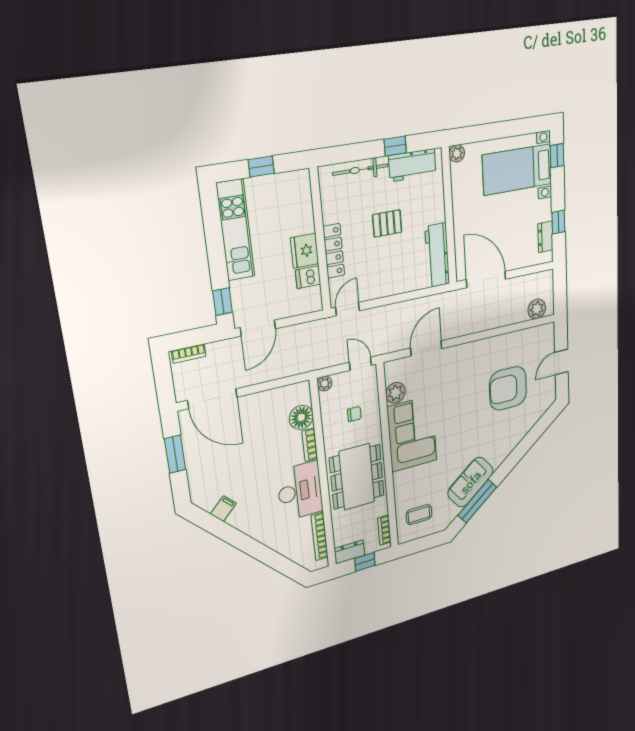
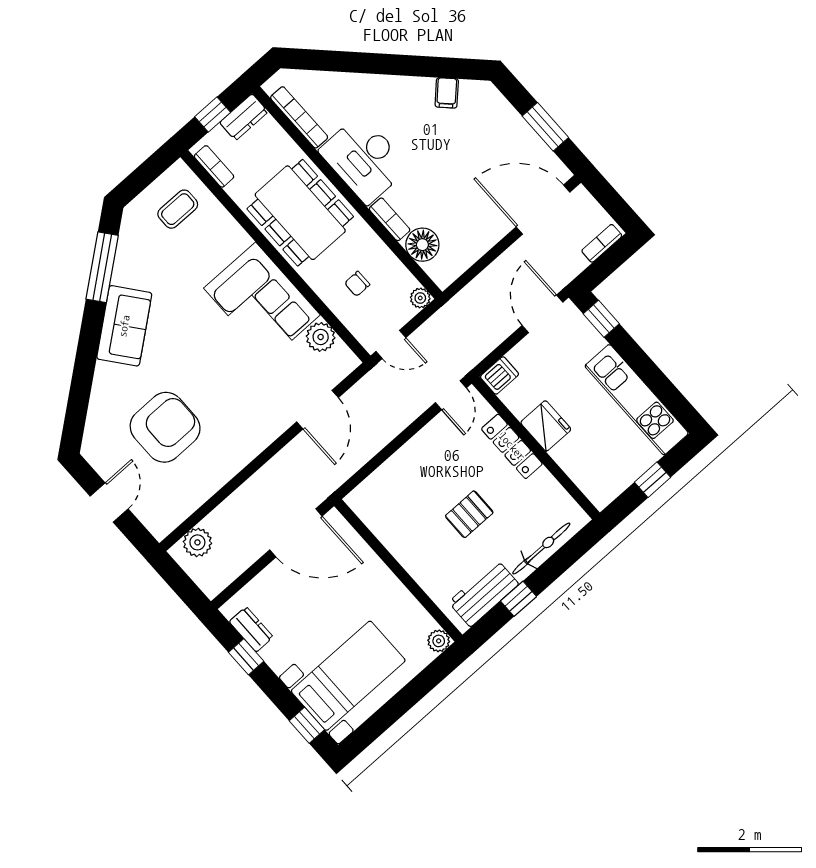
workbench: (437, 255) -> (381, 520), removed
dishwasher: (308, 277) -> (500, 375), moved
sofa: (471, 482) -> (124, 326), moved

